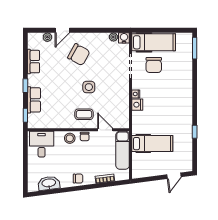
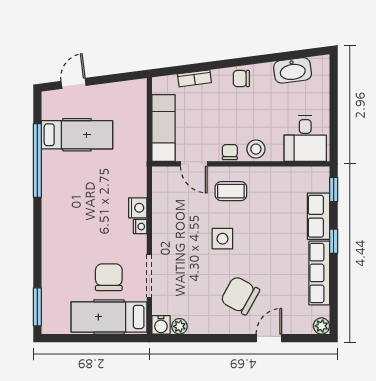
plant: (47, 37) -> (321, 326), moved
row of seats: (34, 62) -> (319, 273), width x1.48
window: (195, 132) -> (37, 161), width x3.17
hospital bed: (152, 144) -> (77, 135), moved, turned 180

